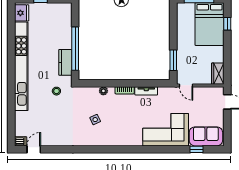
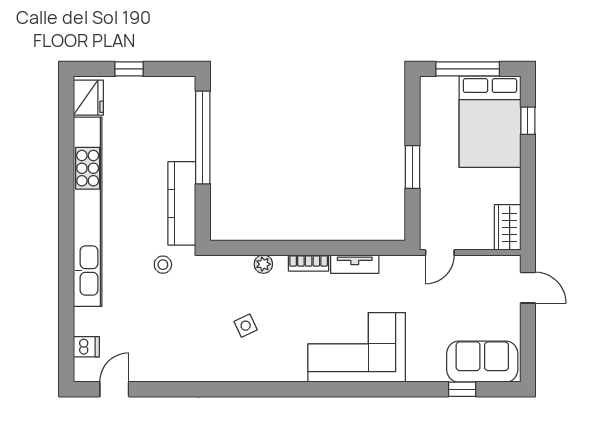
window: (75, 49) -> (203, 137), moved
window: (173, 60) -> (412, 167), moved
kitchen counter: (65, 62) -> (182, 203), width x1.50
door: (186, 85) -> (440, 253), hinge flipped
corner sofa: (166, 130) -> (357, 347), moved
dishwasher: (21, 141) -> (86, 347), moved

